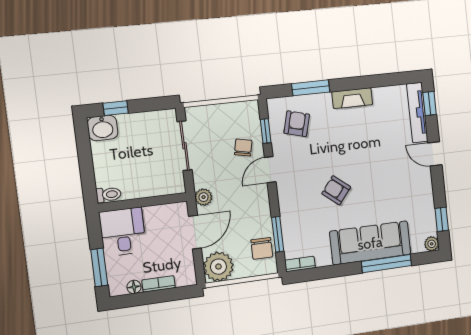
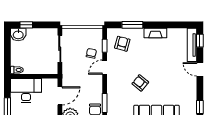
plant: (204, 197) -> (67, 78), removed
desk: (123, 232) -> (26, 91), width x1.37

